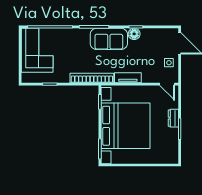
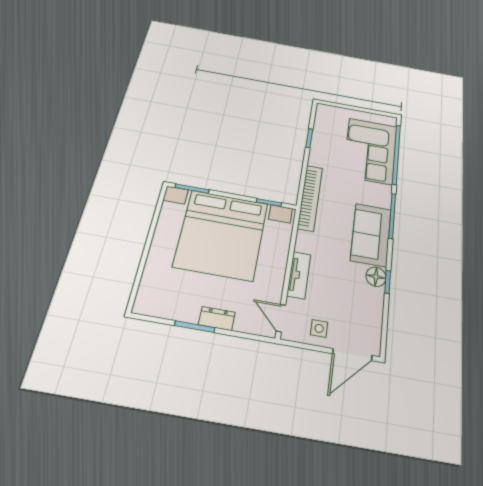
corner sofa: (37, 50) -> (370, 151), moved, turned 90
tv unit: (128, 78) -> (299, 275), moved
door: (167, 84) -> (281, 318), hinge flipped

